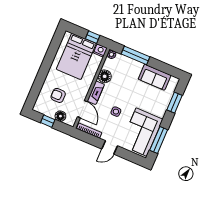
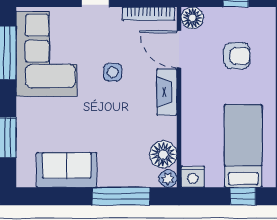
window: (93, 37) -> (243, 196), moved
bed: (76, 56) -> (243, 146), width x0.67
floor lamp: (105, 76) -> (163, 154), moved
floor lamp: (60, 116) -> (192, 18), moved

